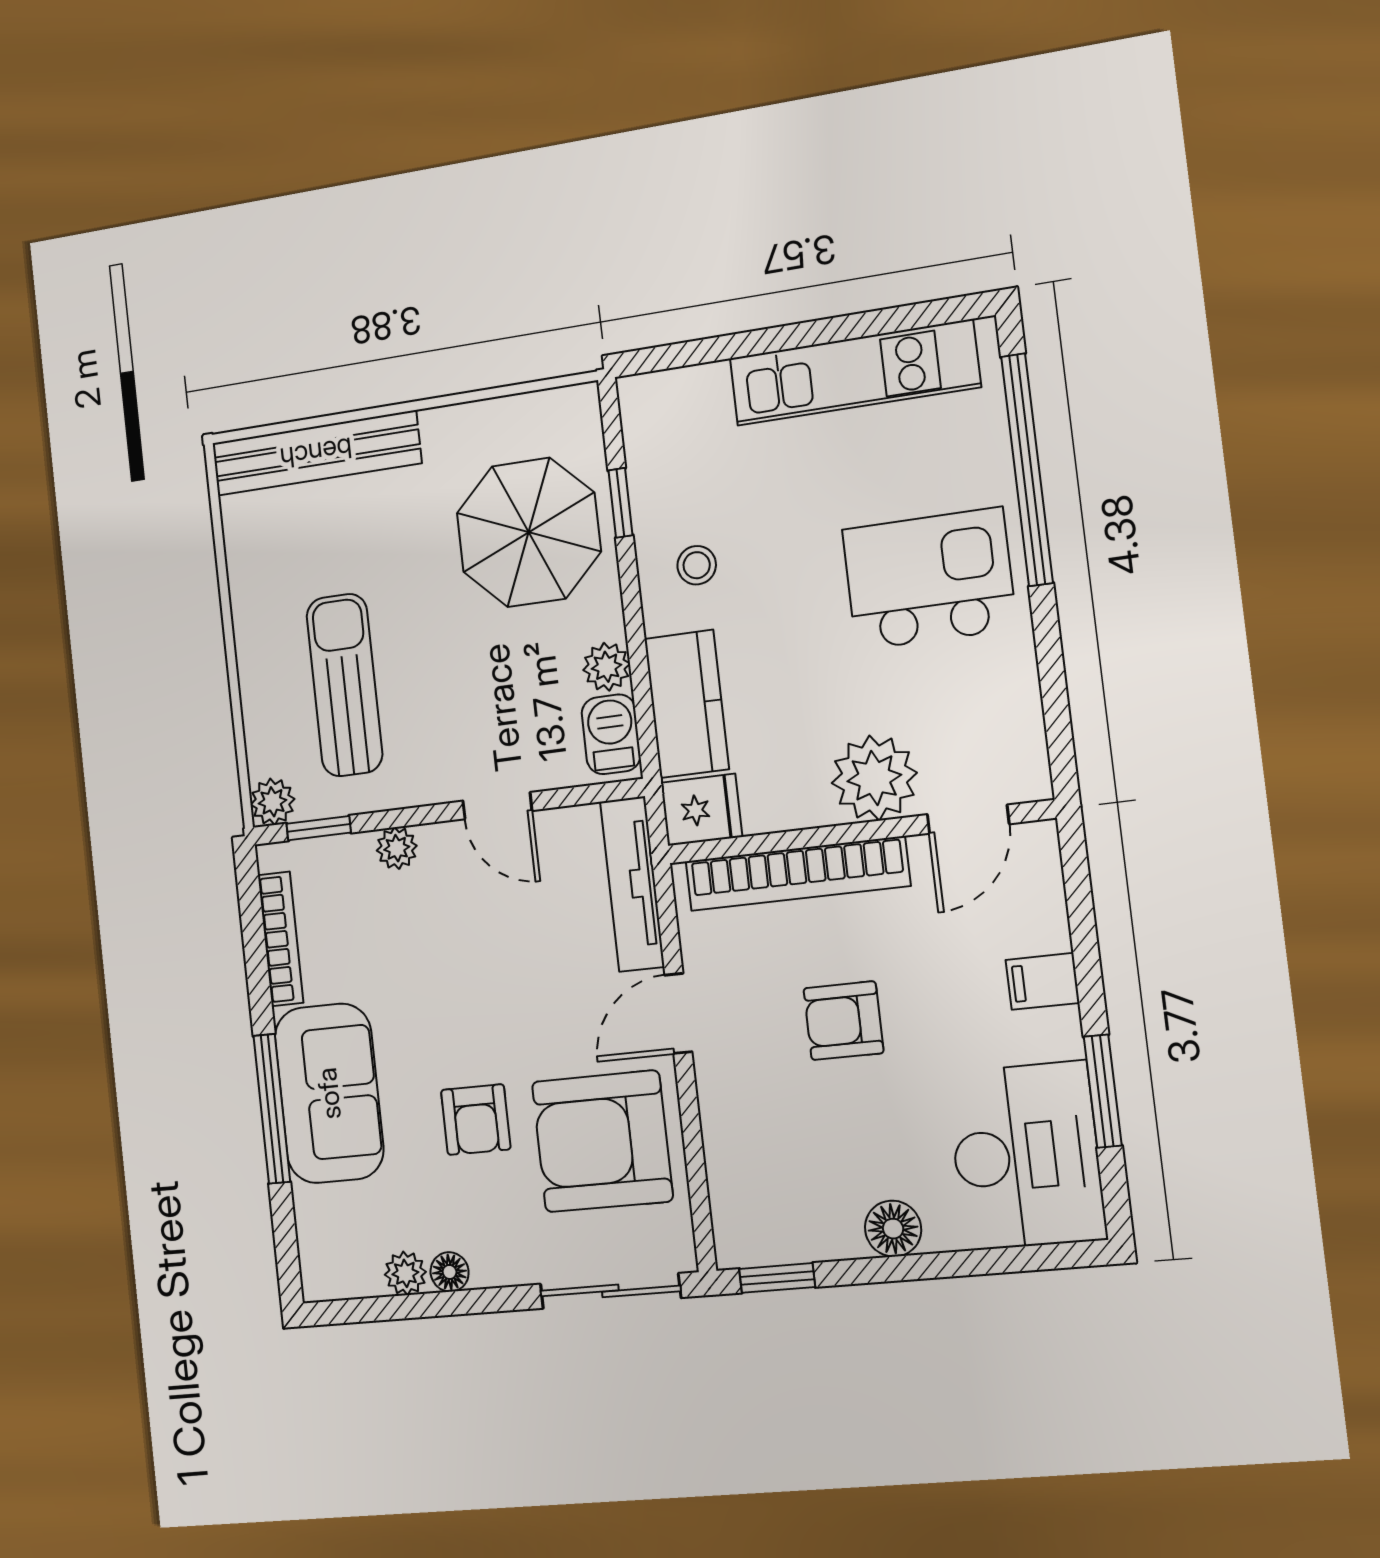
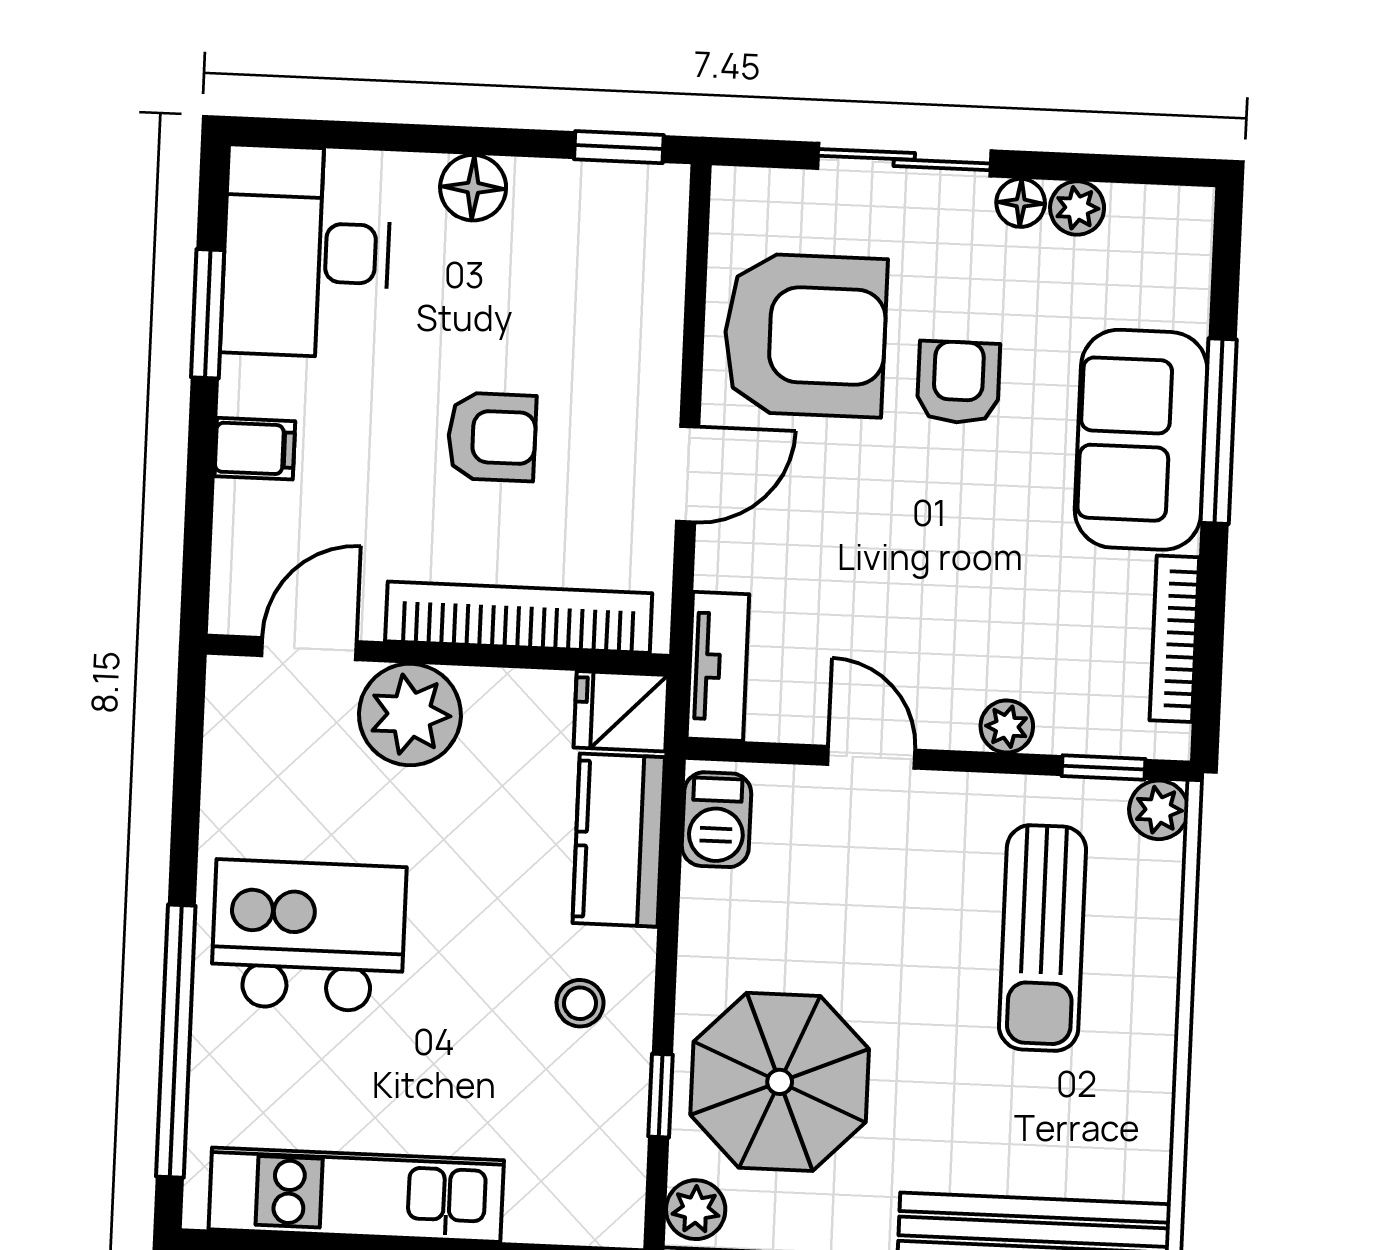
kitchen island: (929, 579) -> (308, 936), turned 180
plant: (607, 667) -> (696, 1210), moved
tv unit: (632, 884) -> (718, 666), width x0.71
sliding door: (610, 1291) -> (904, 160), moved

